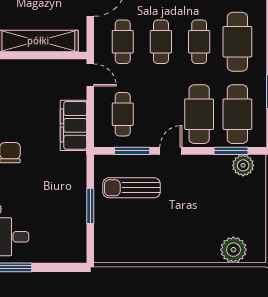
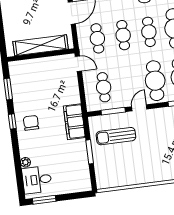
filing cabinet: (73, 125) -> (74, 122), moved

